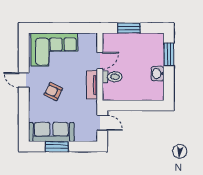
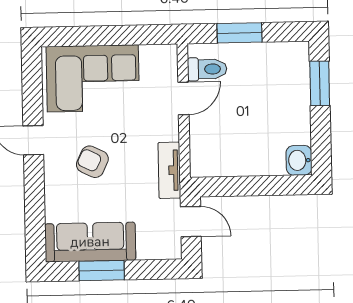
washbasin: (158, 74) -> (299, 160), moved
toilet: (112, 77) -> (207, 69), moved
tv unit: (92, 85) -> (169, 170), moved

